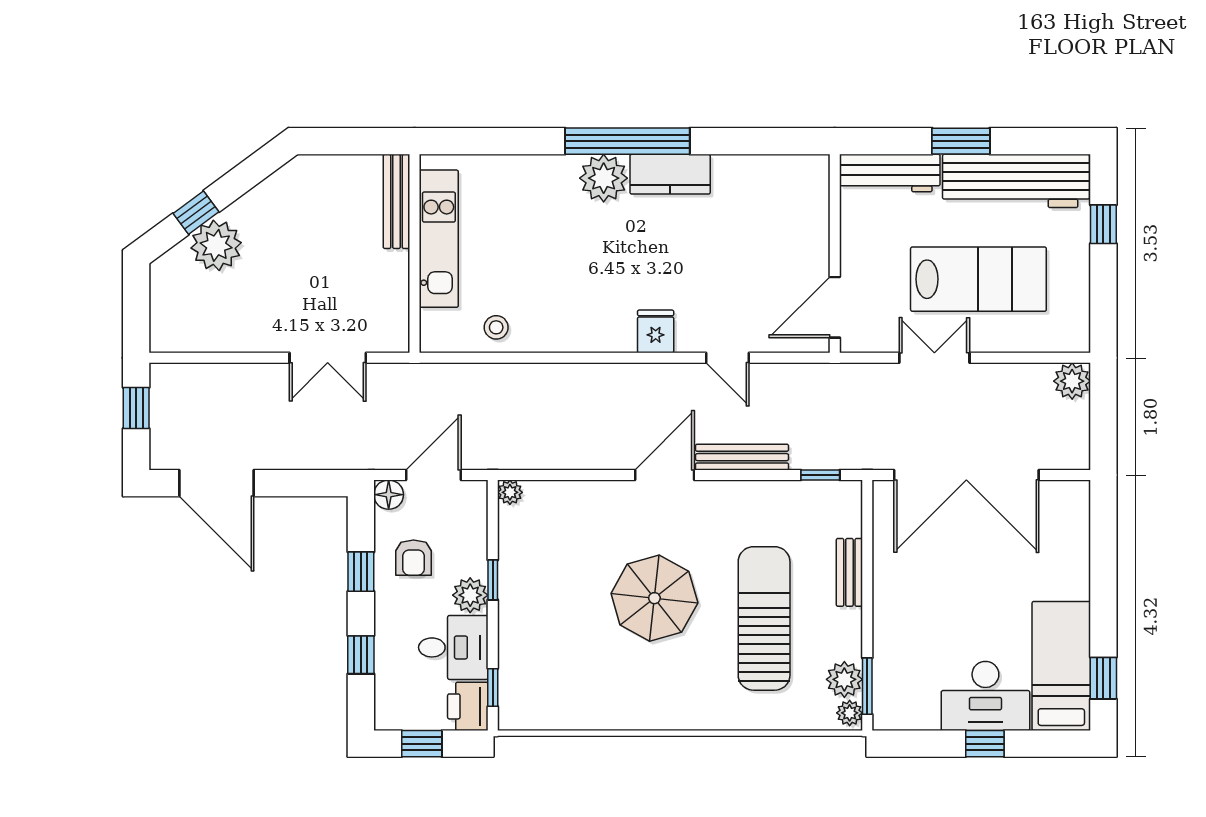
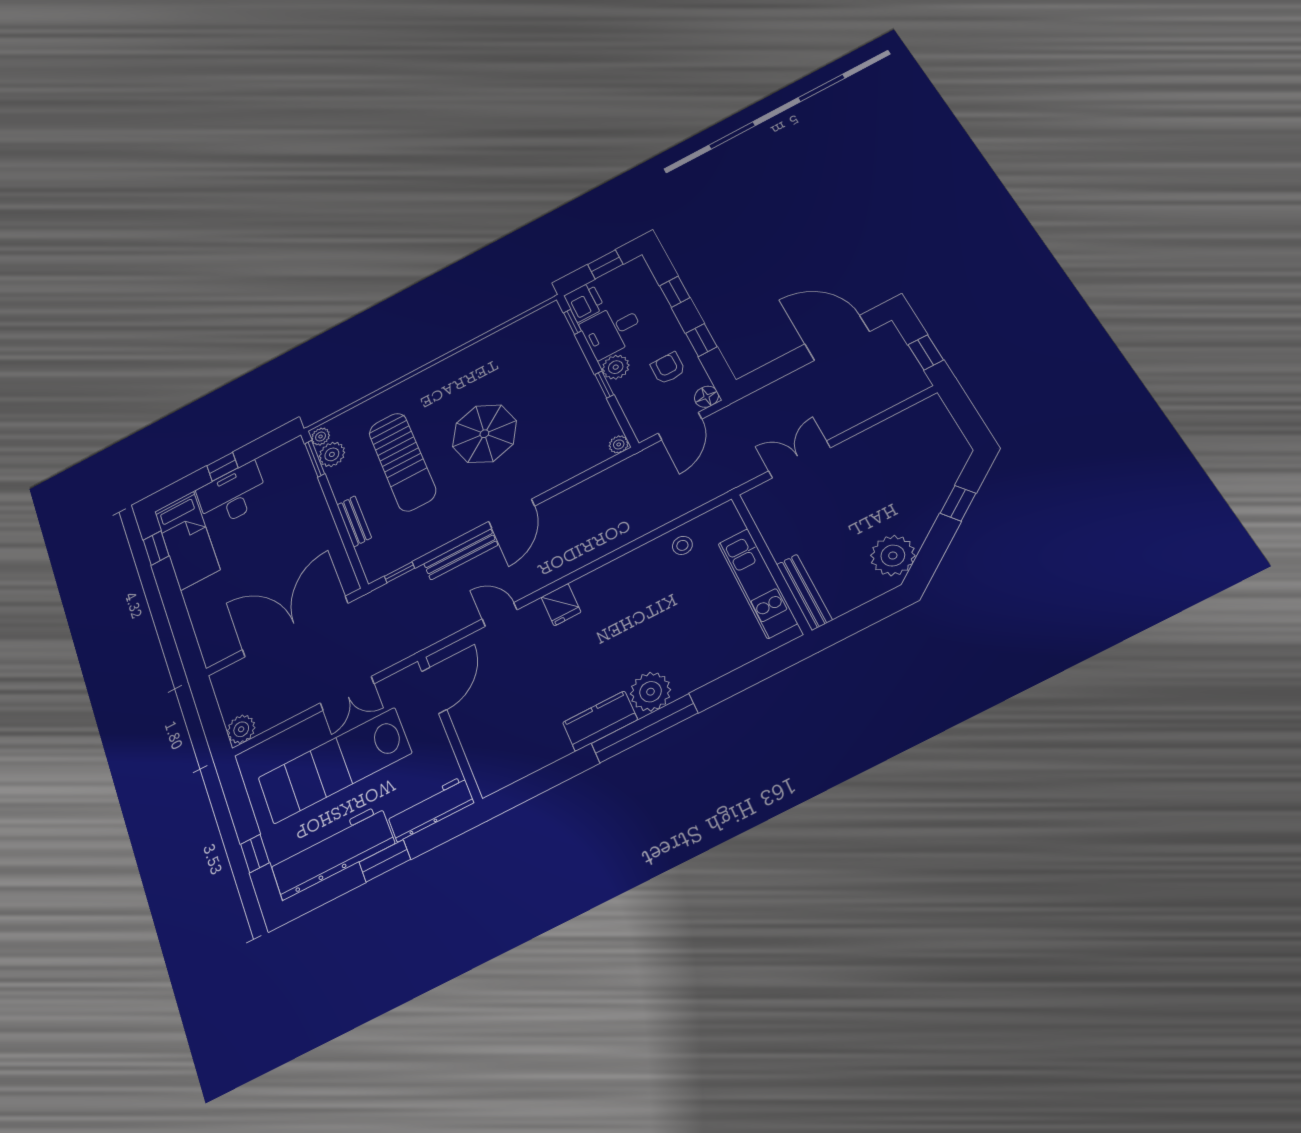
plant: (216, 245) -> (893, 556), moved
lab bench: (978, 279) -> (335, 765), width x1.36

